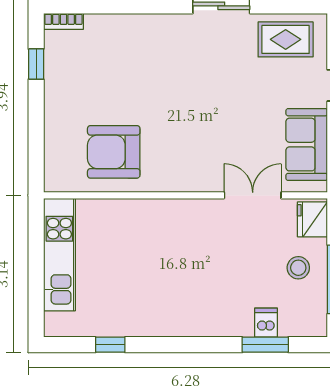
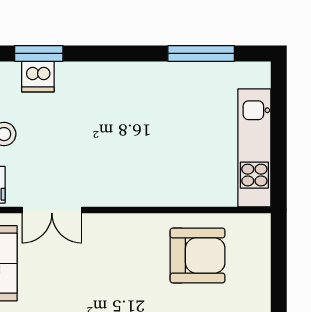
dishwasher: (266, 323) -> (38, 77), width x1.38
window: (110, 345) -> (201, 53), width x2.17

